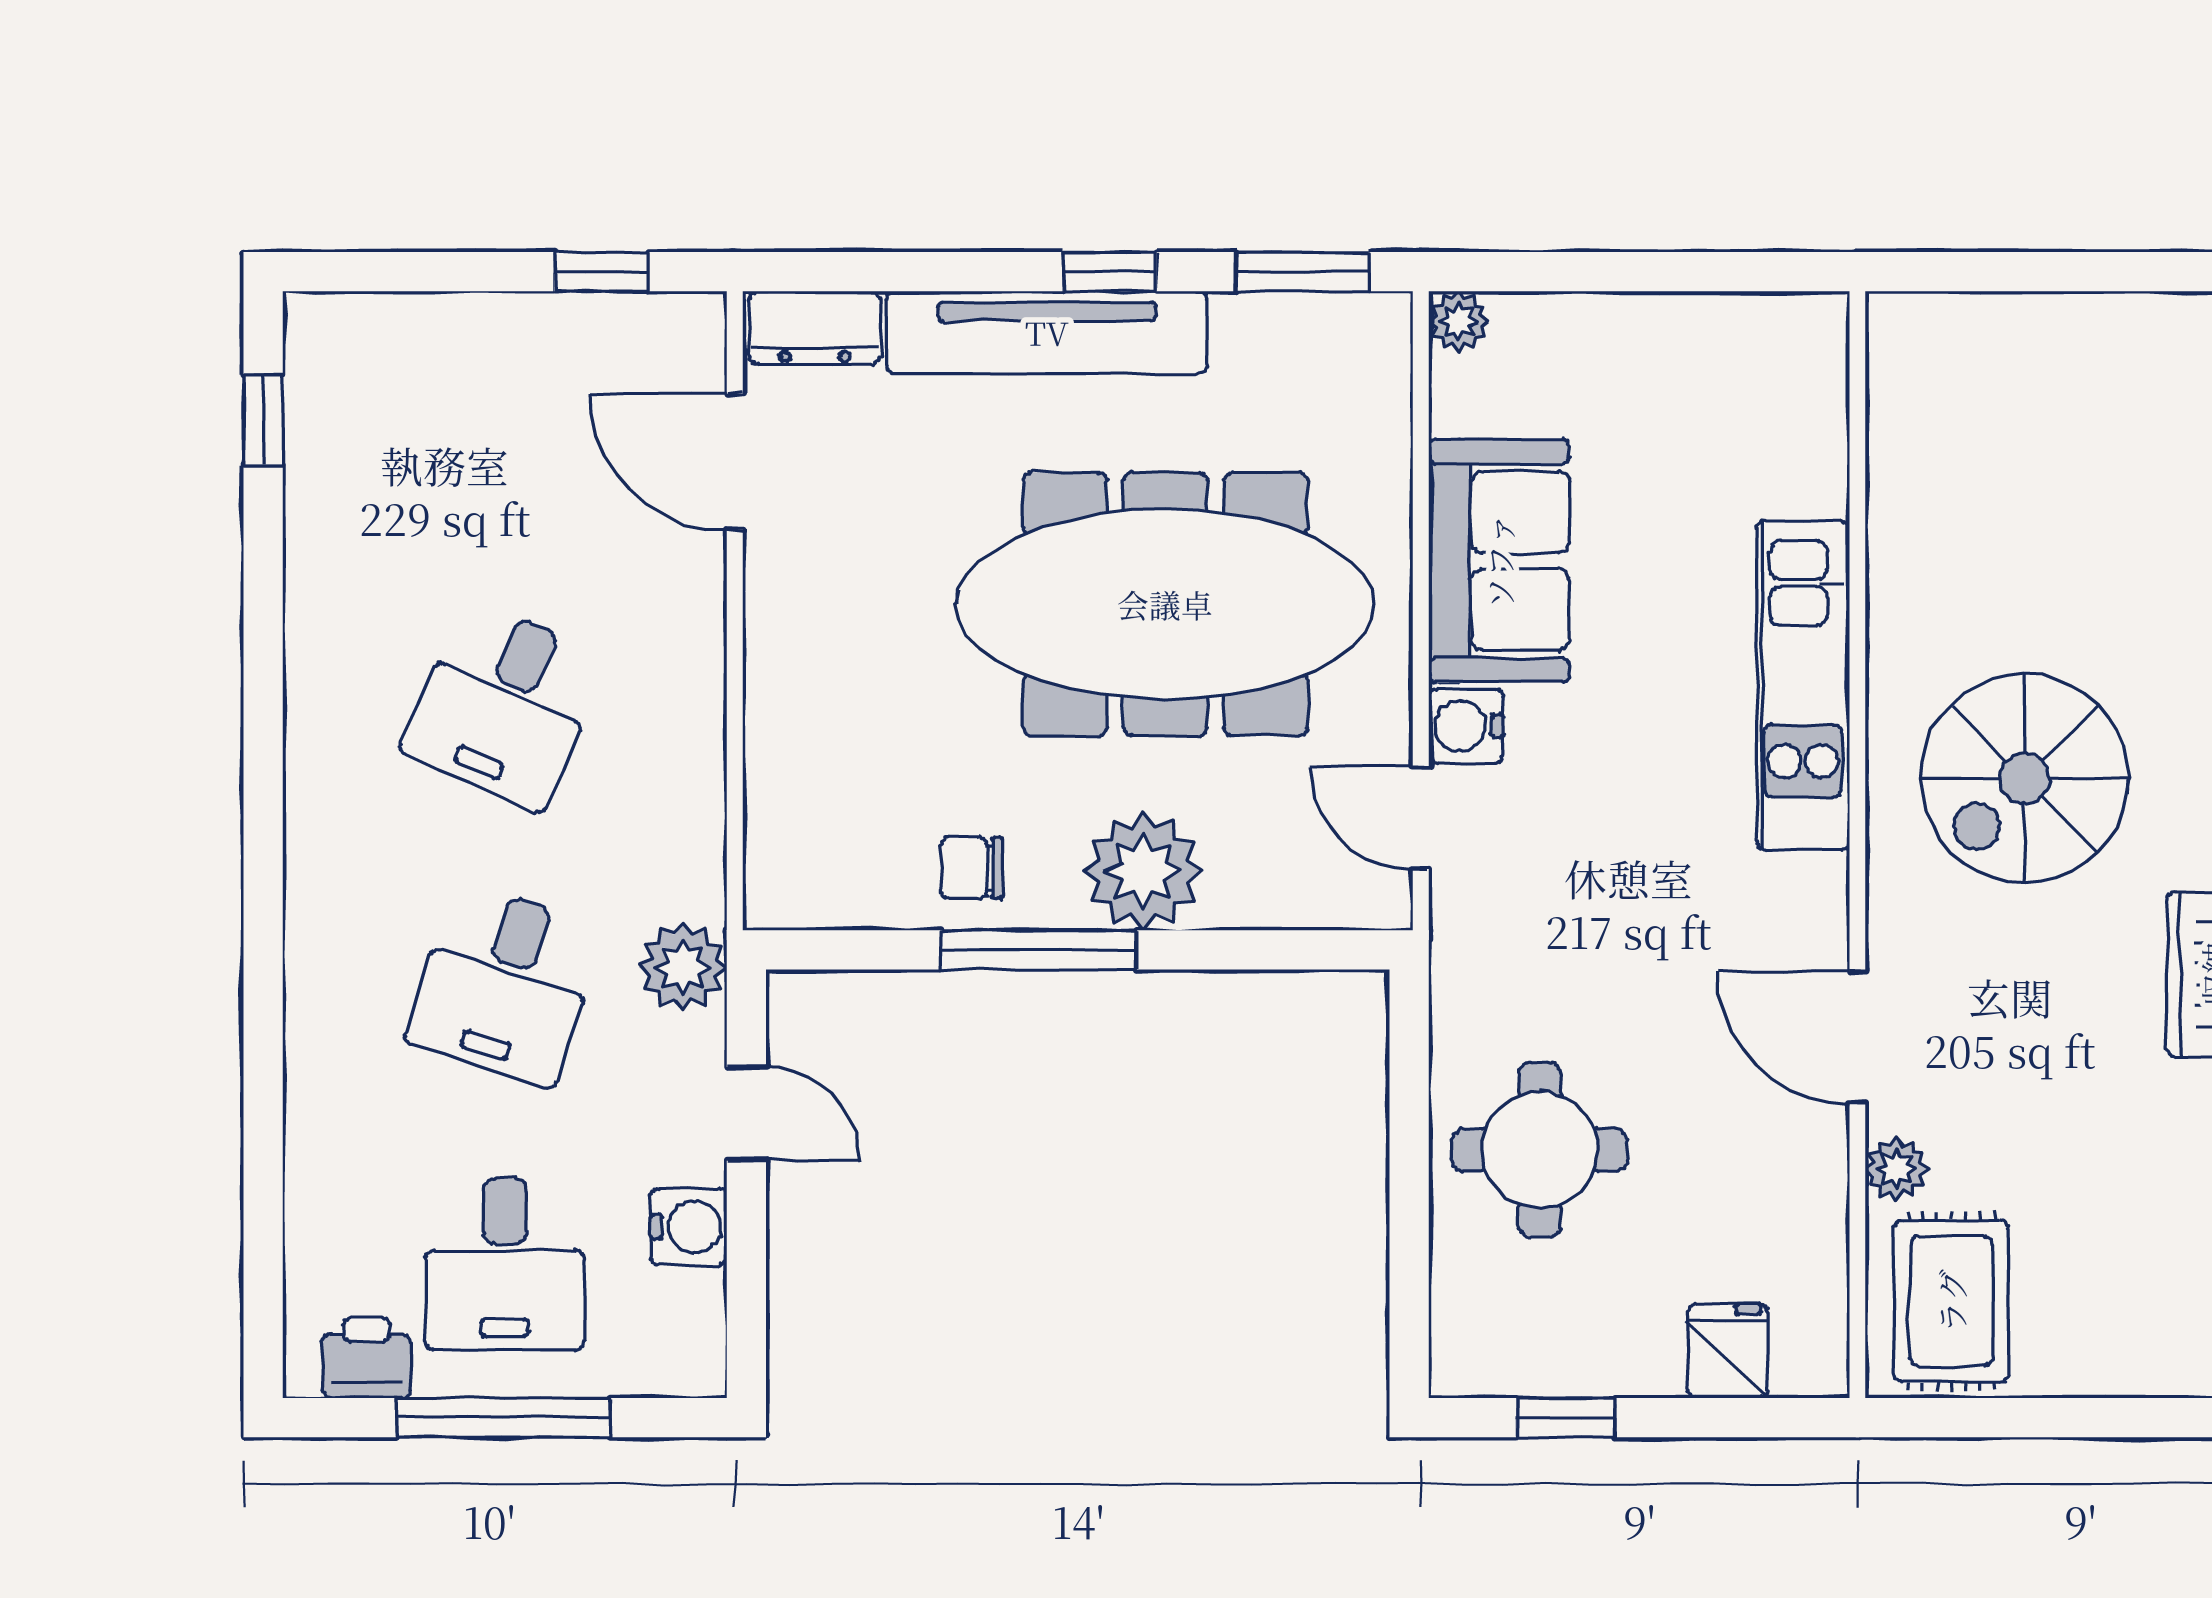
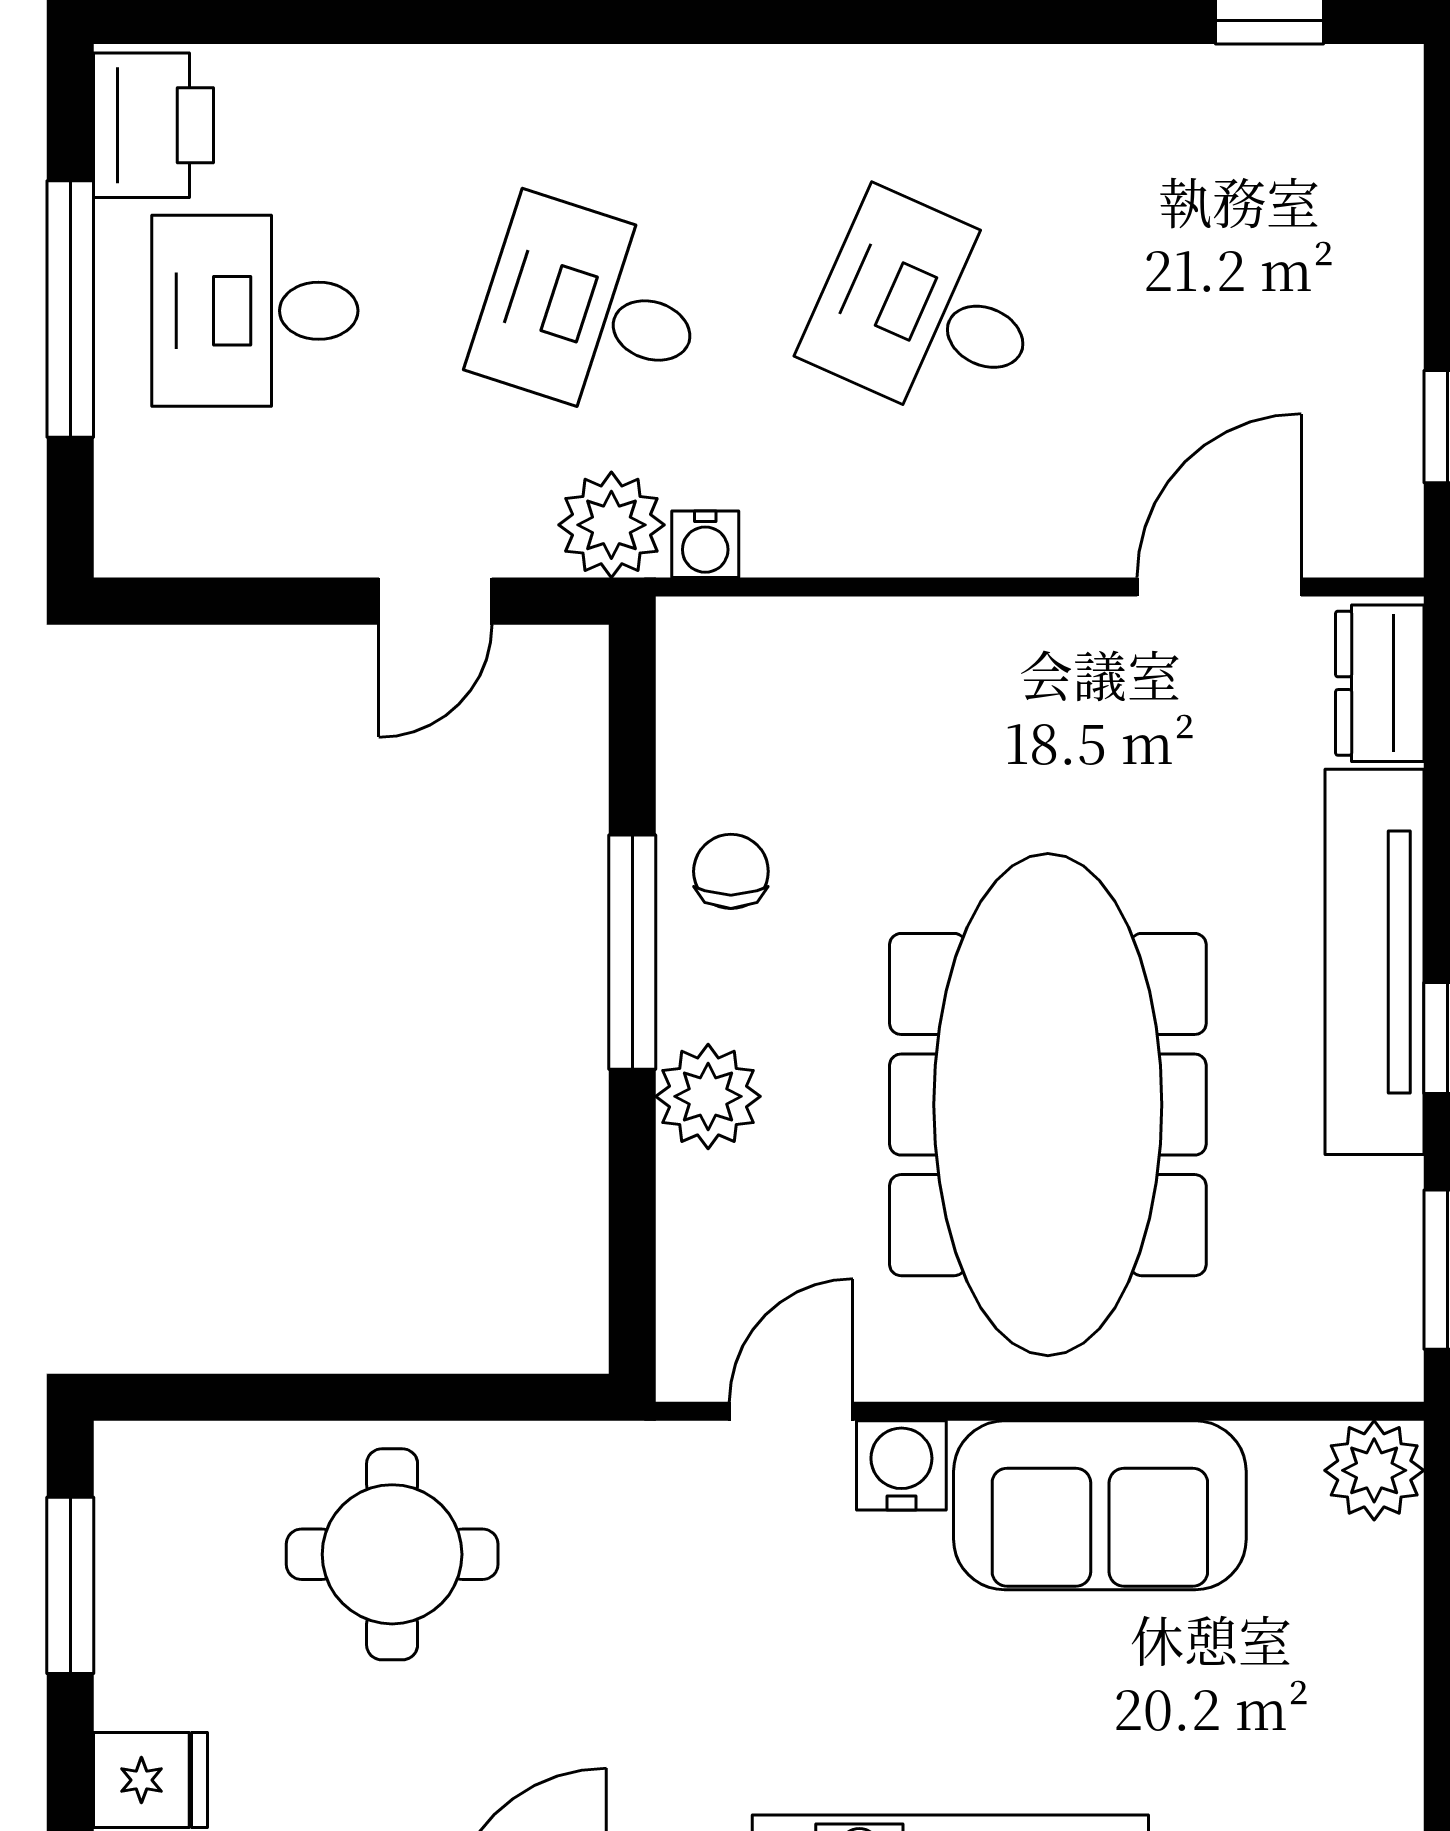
plant: (1459, 321) -> (1374, 1470), width x1.38, depth x1.38
plant: (1143, 871) -> (708, 1096), width x0.73, depth x0.73
water cooler: (689, 1227) -> (705, 544), moved, width x0.72, depth x0.72
printer: (366, 1358) -> (153, 125), width x1.36, depth x1.24
window: (1566, 1418) -> (70, 1585), width x1.50

